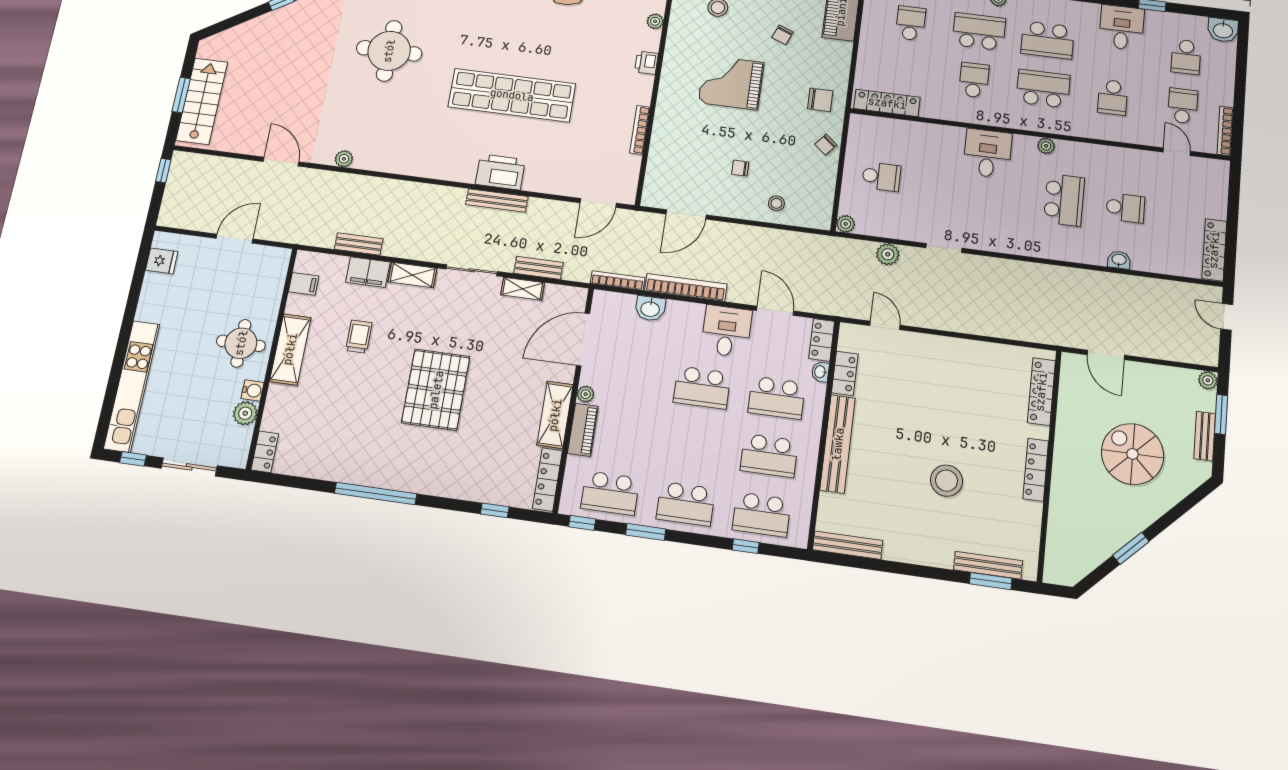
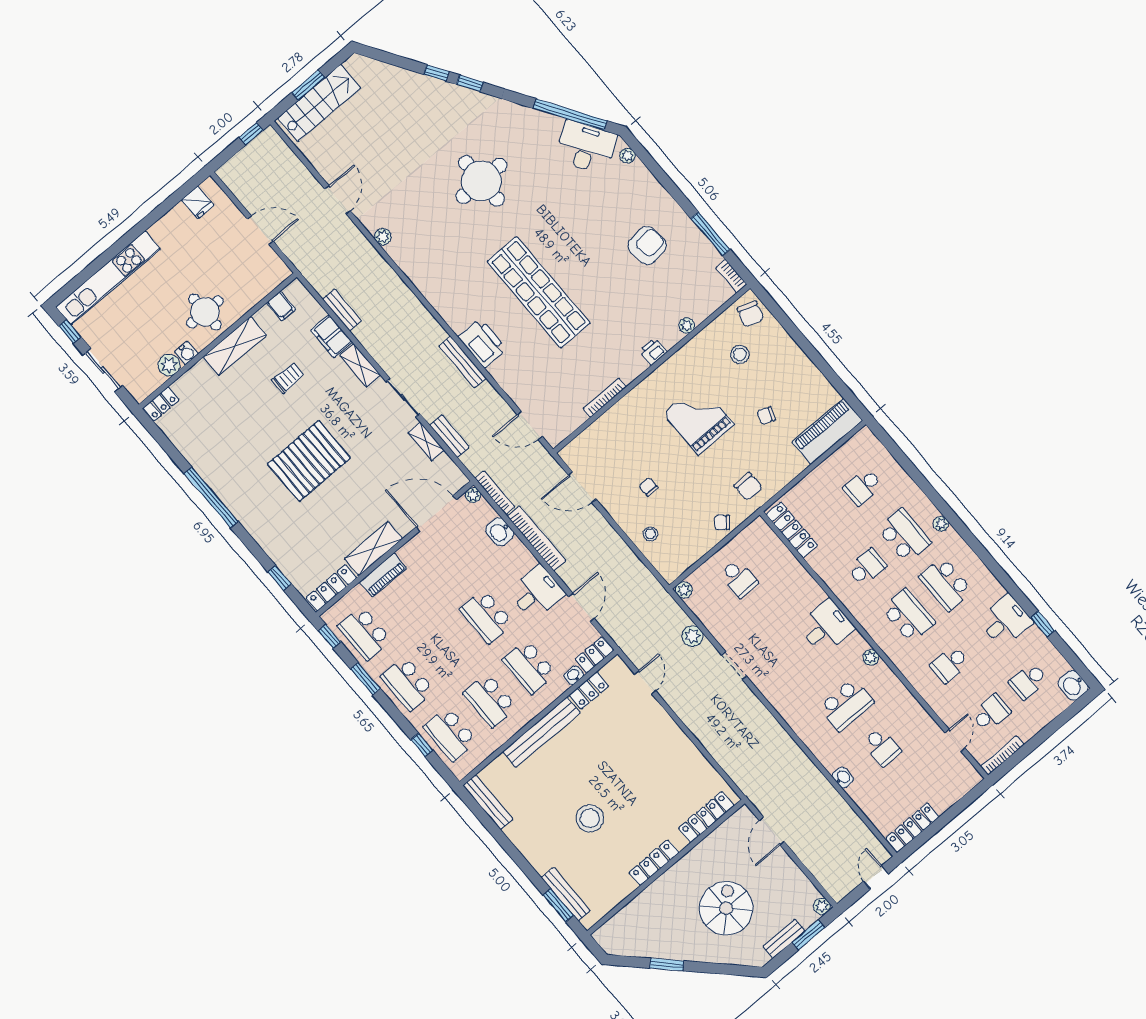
school desk: (911, 23) -> (863, 487), turned 180
plant: (586, 394) -> (473, 495), moved

